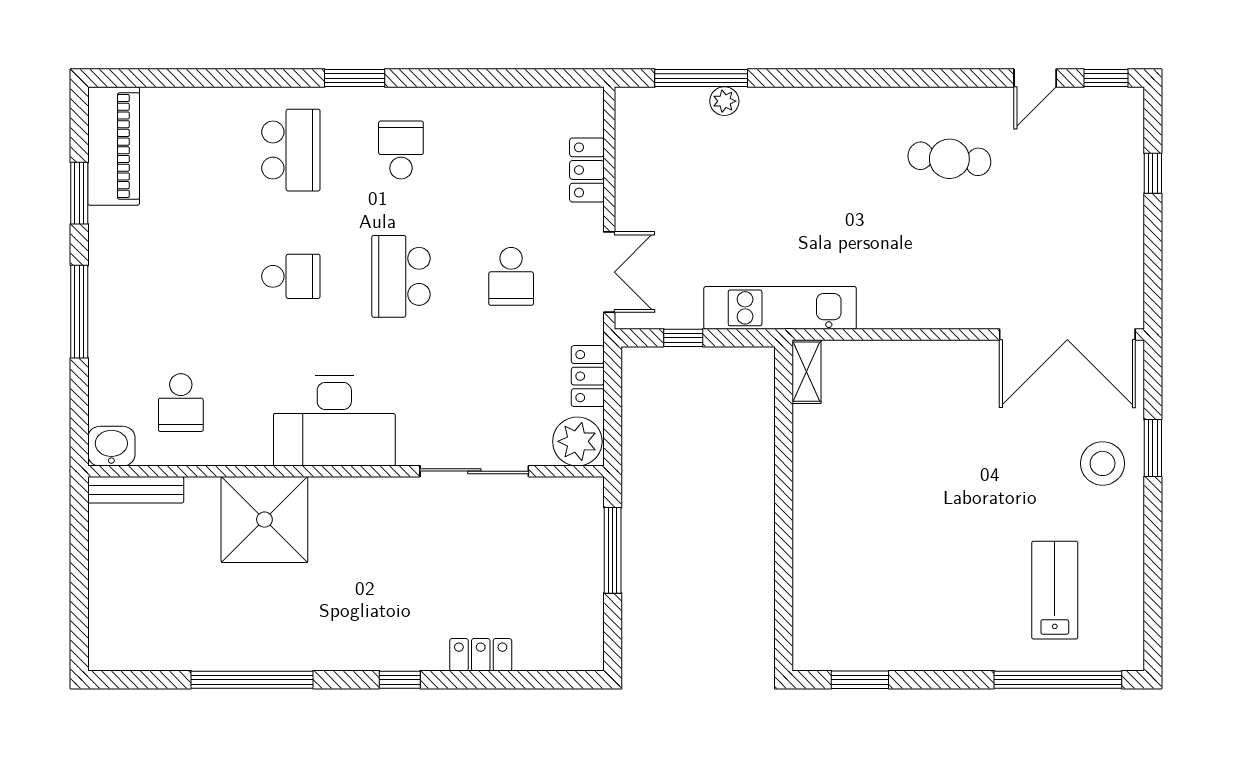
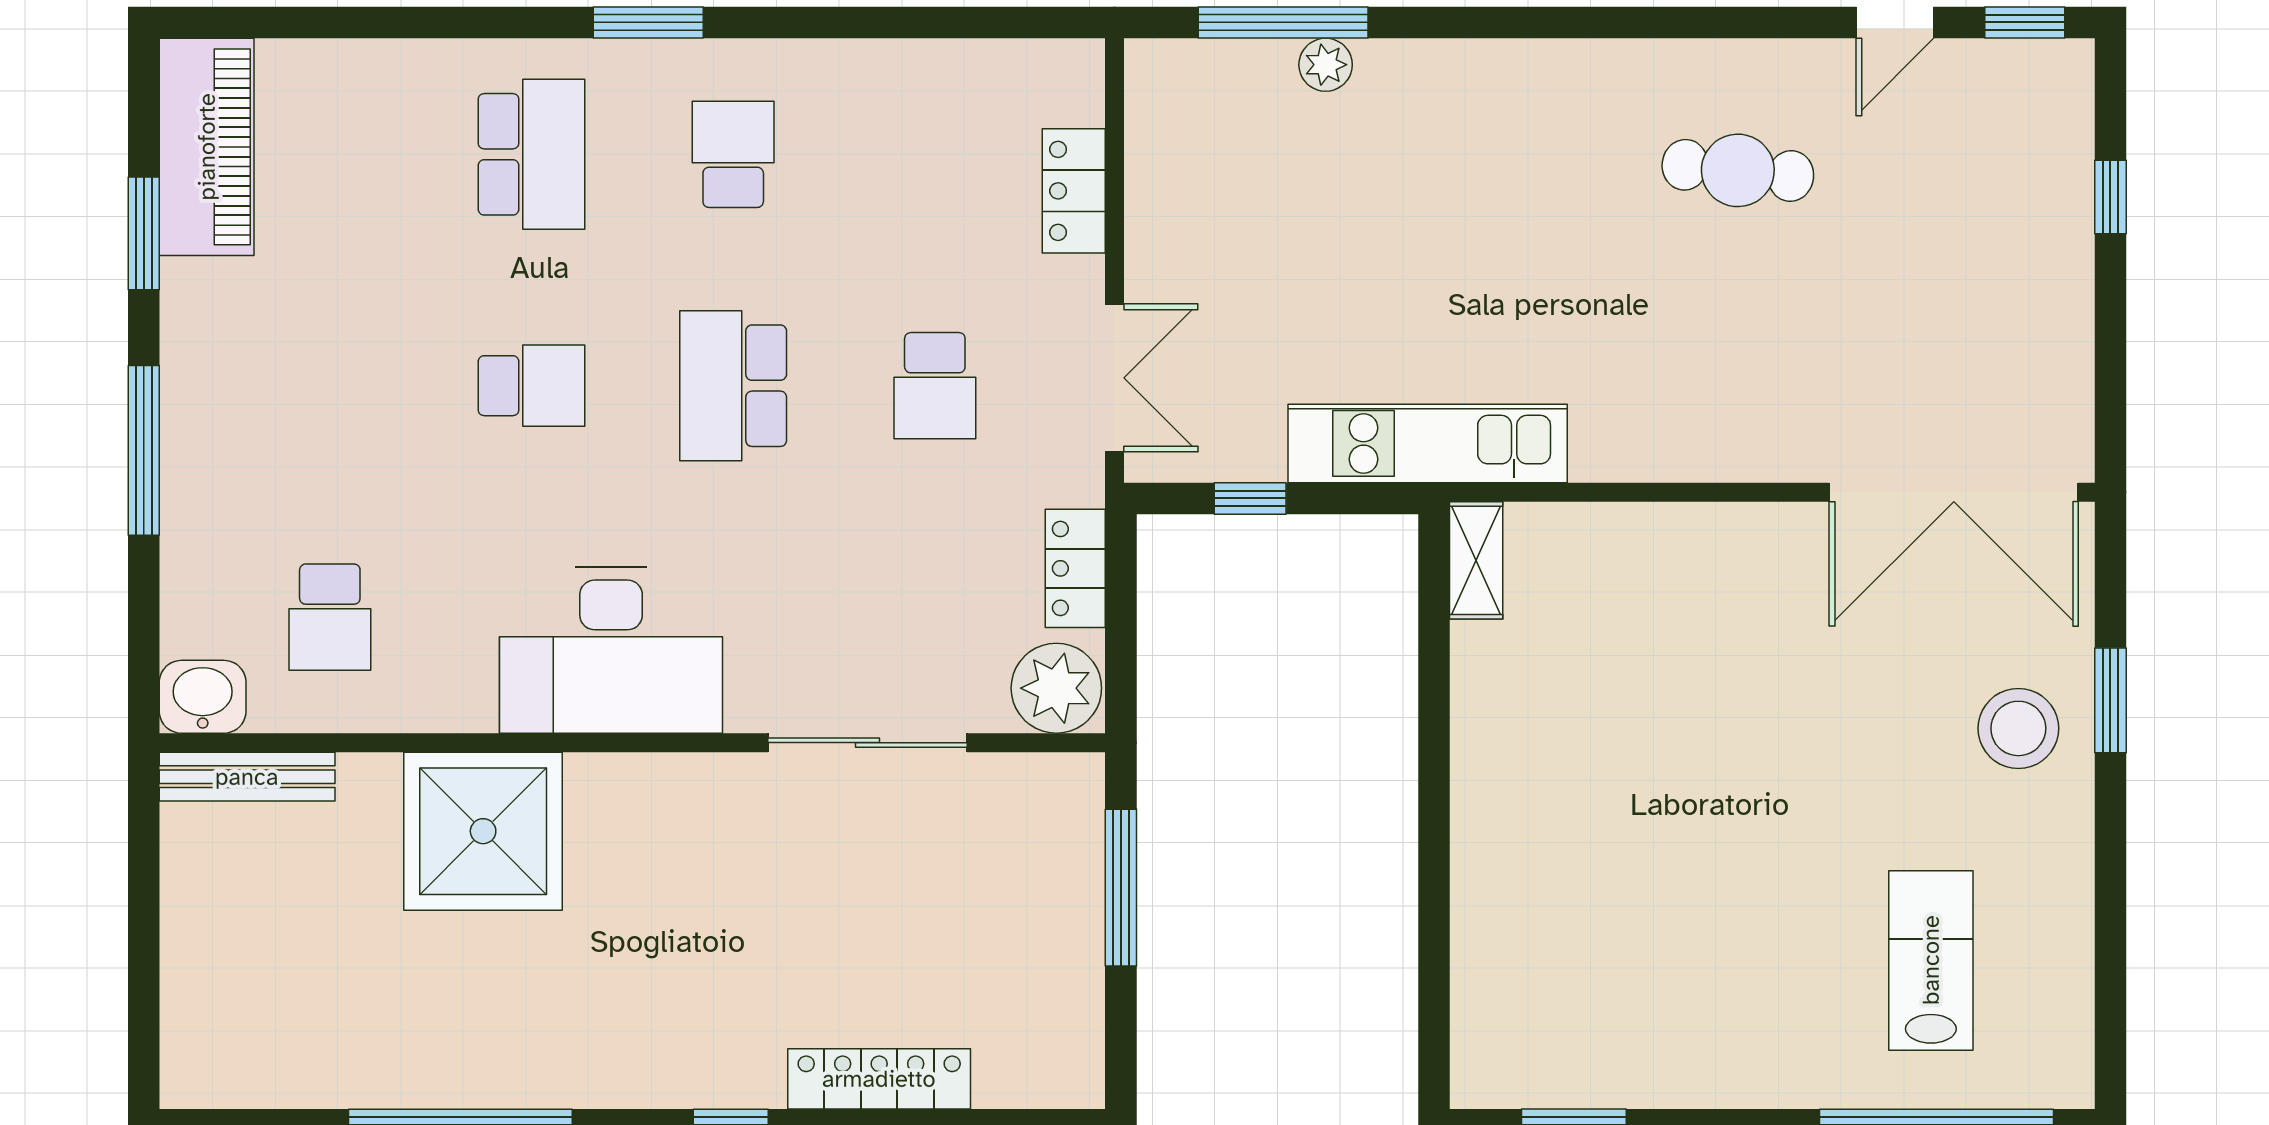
locker: (481, 655) -> (879, 1079), width x1.53

